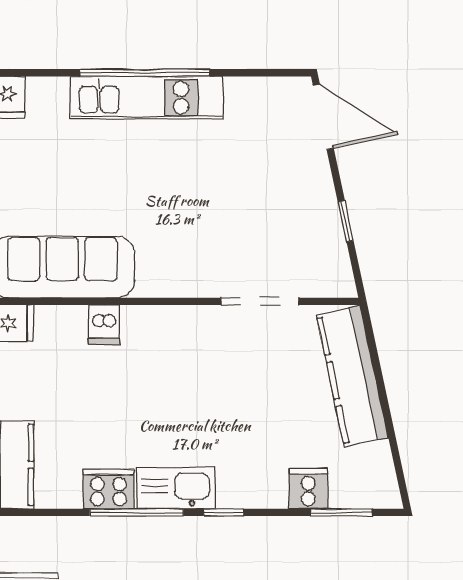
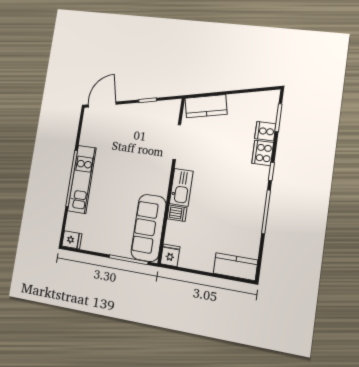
kitchen counter: (352, 376) -> (206, 106), width x0.67
kitchen sink: (176, 488) -> (181, 187), moved, turned 180
cooker: (109, 489) -> (263, 153), moved

